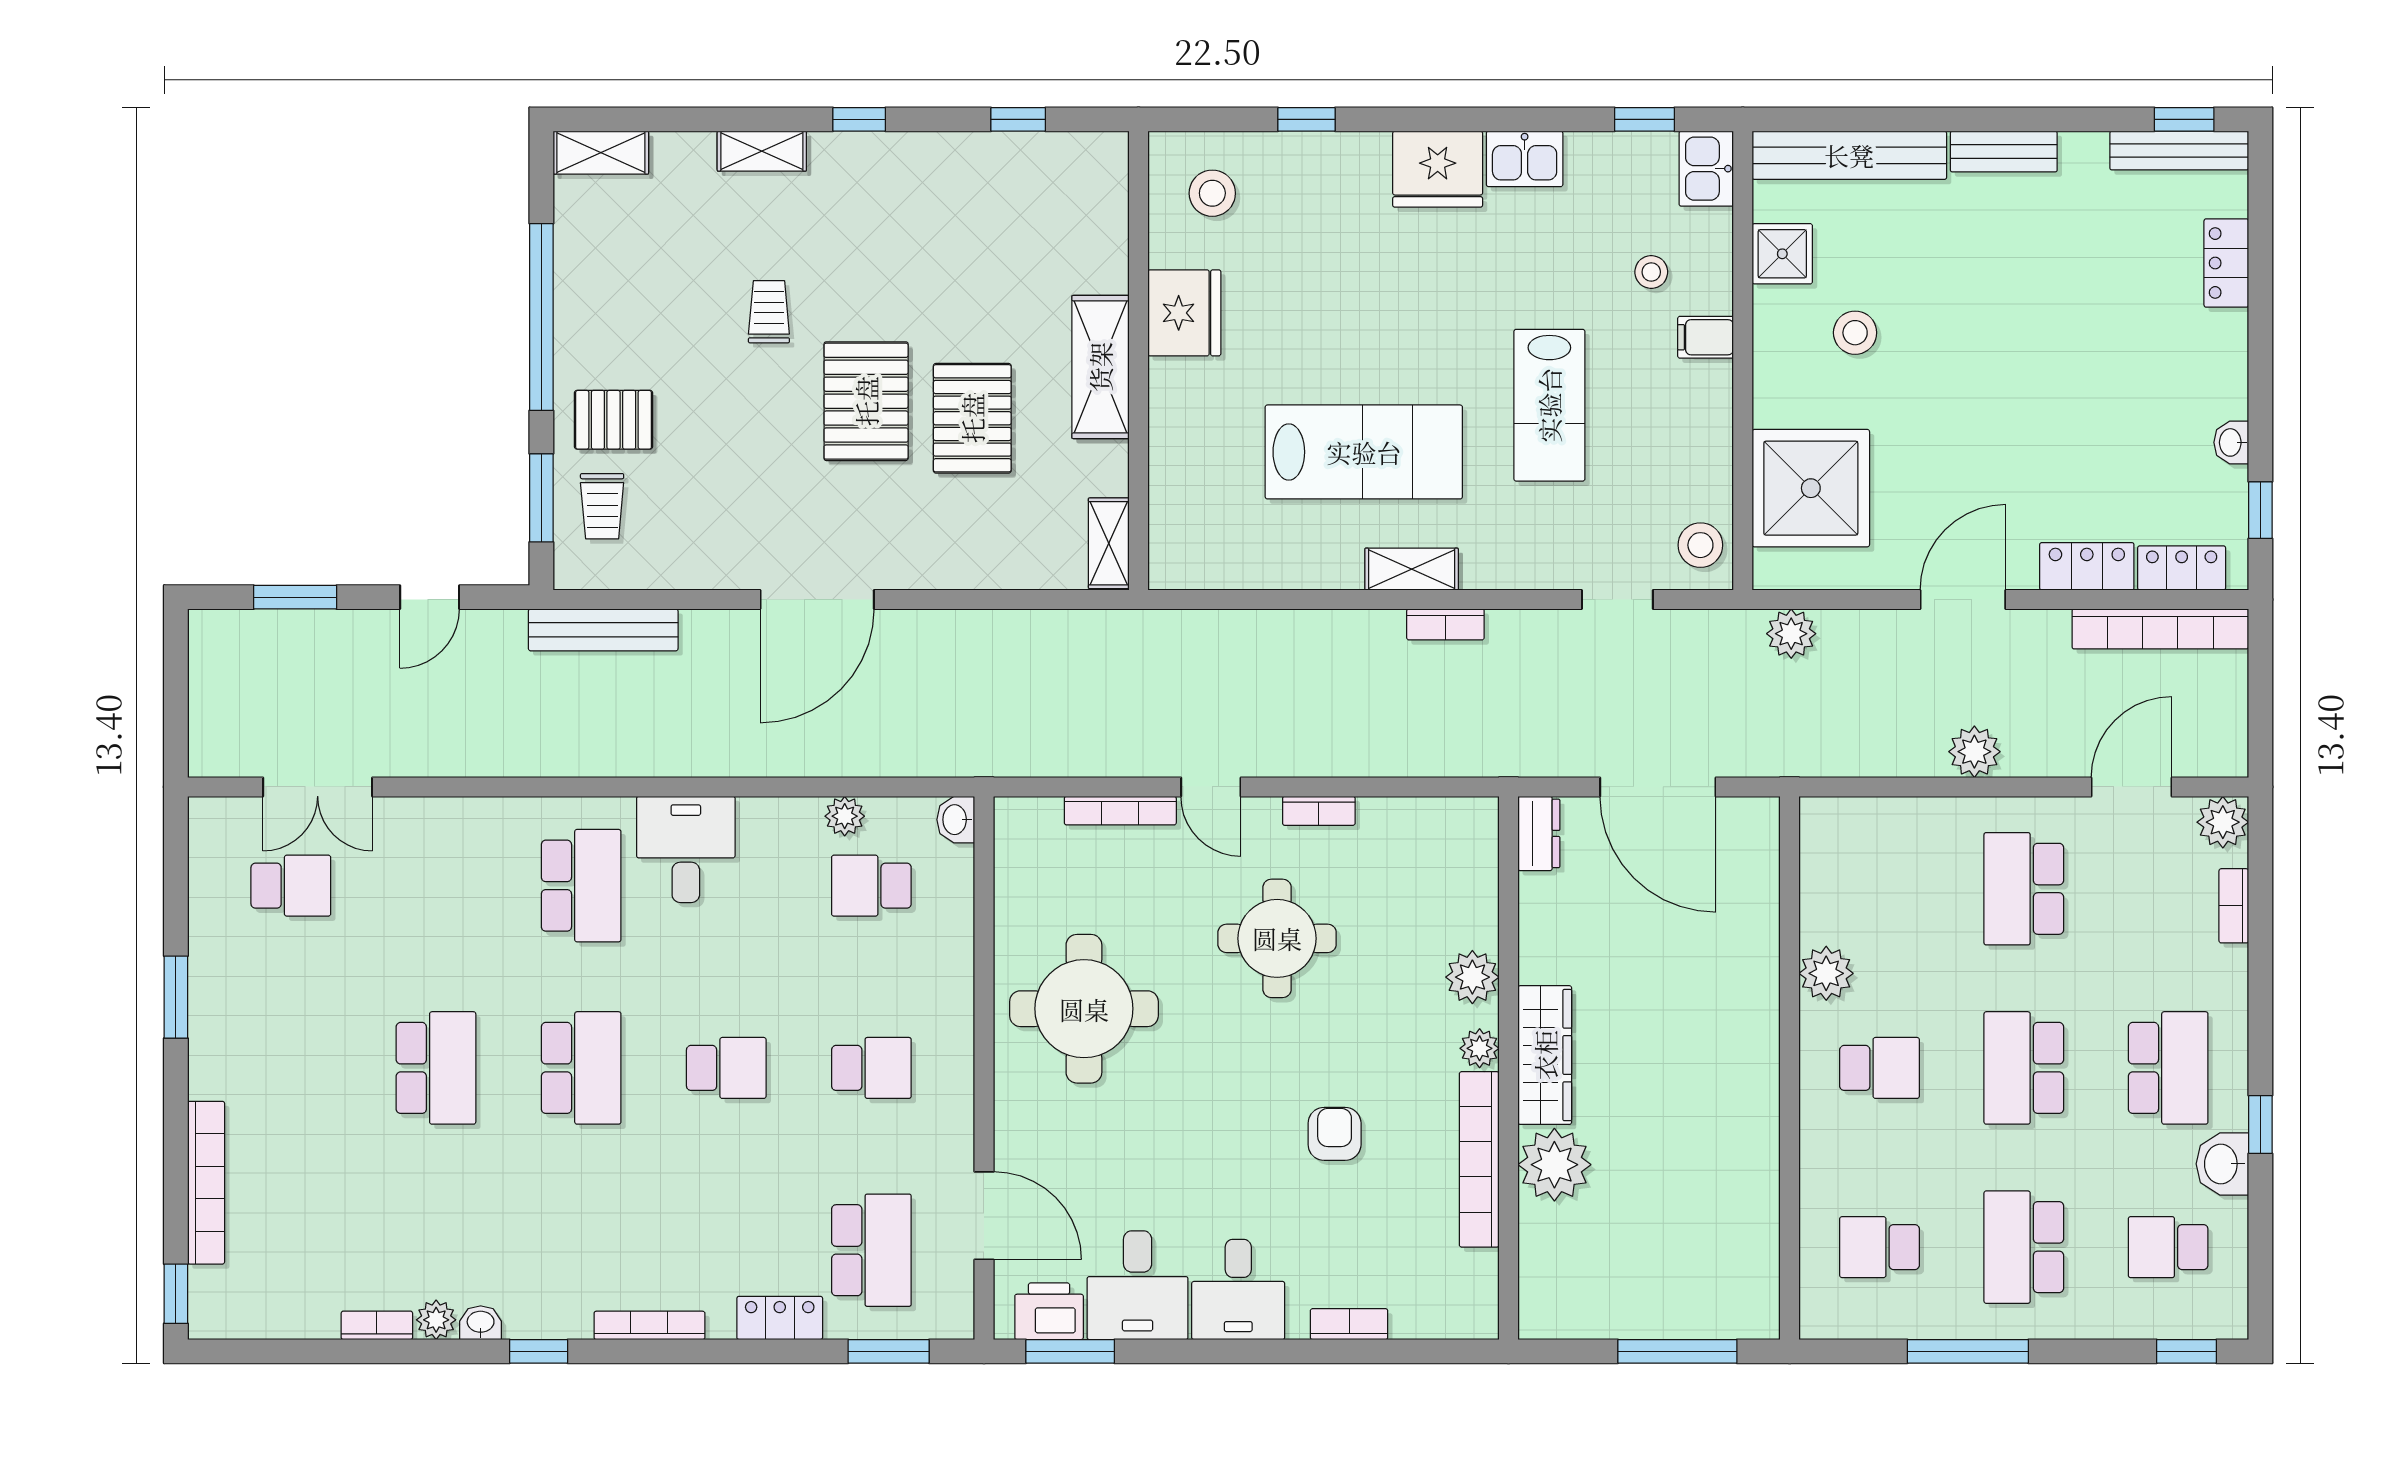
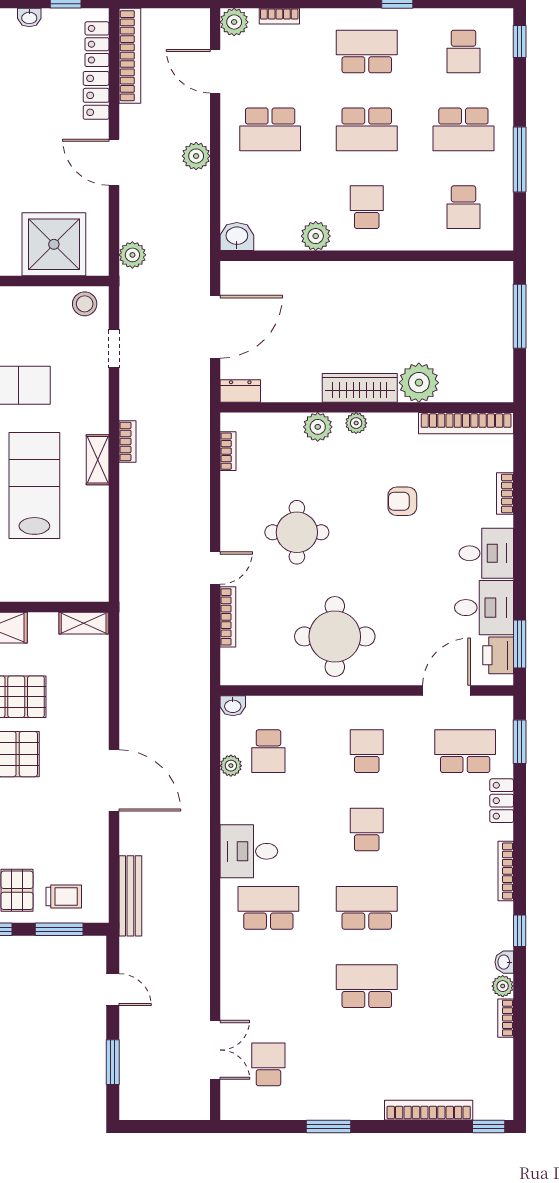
bookcase: (1319, 811) -> (228, 451), moved
bookcase: (1479, 1159) -> (466, 423), moved
washbasin: (2222, 1164) -> (237, 237), moved, turned 180

